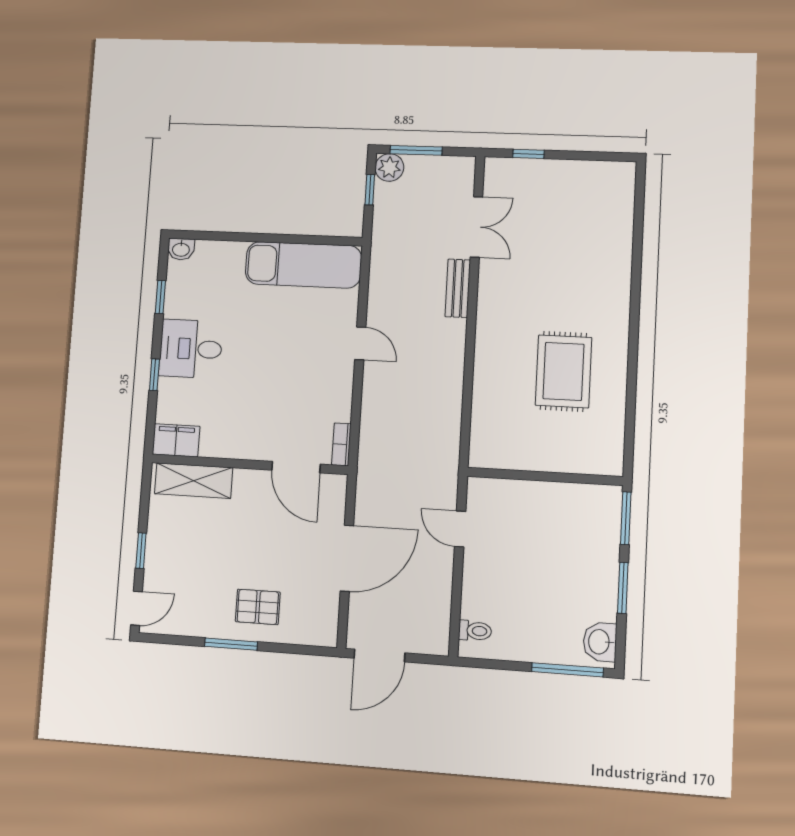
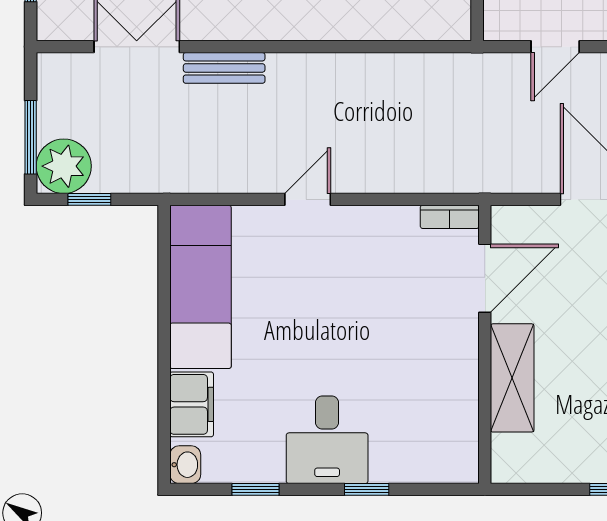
plant: (389, 167) -> (64, 166), width x1.36, depth x1.36
filing cabinet: (176, 440) -> (192, 404), moved, turned 180
shelving: (194, 481) -> (512, 378), moved

